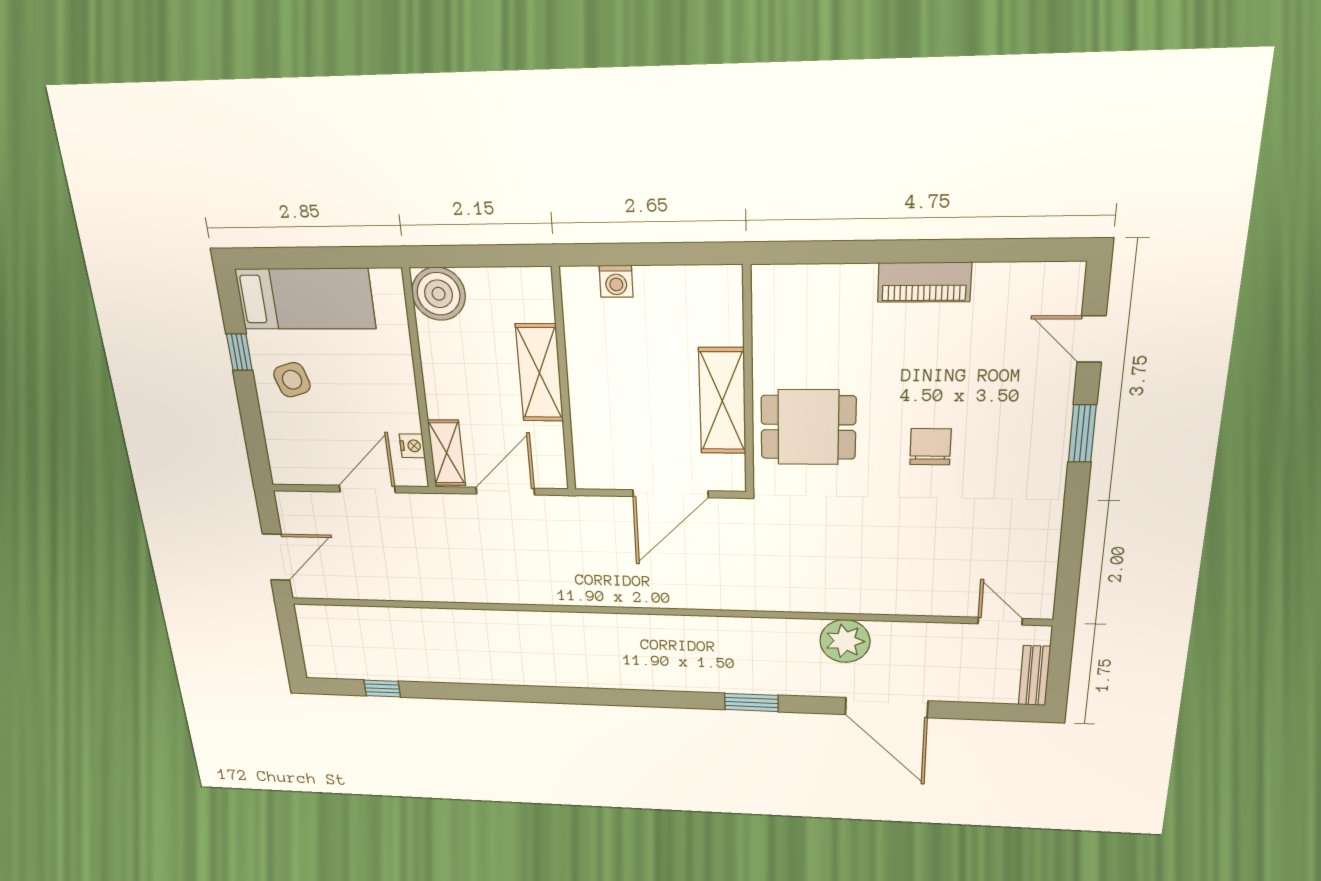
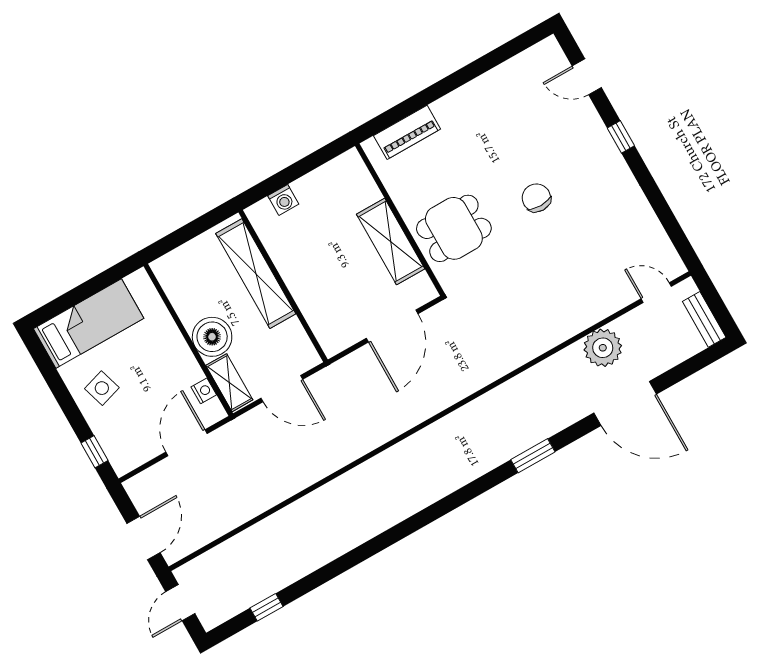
piano: (924, 282) -> (407, 132), moved
boiler: (439, 294) -> (212, 337), moved
window: (239, 352) -> (94, 452), moved
shelving: (539, 373) -> (256, 274), width x1.47
window: (1082, 433) -> (621, 137), width x0.67
door: (505, 491) -> (282, 389), swing flipped
door: (290, 637) -> (180, 603), added
plant: (845, 641) -> (603, 348), moved

